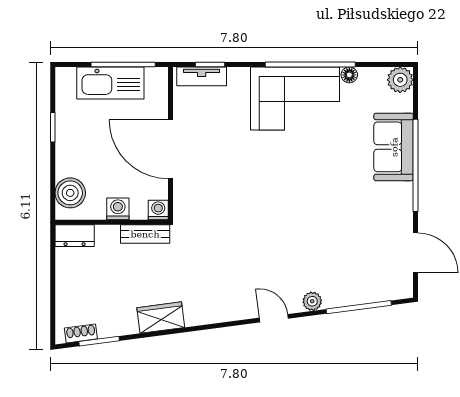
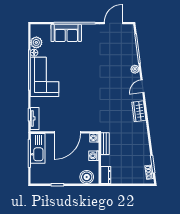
plant: (400, 80) -> (36, 42), moved
kitchen sink: (110, 83) -> (38, 148), moved
wardrobe: (161, 318) -> (139, 111), moved

